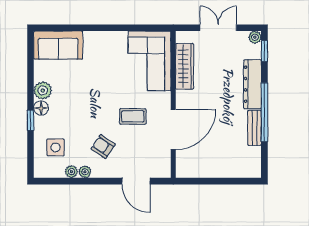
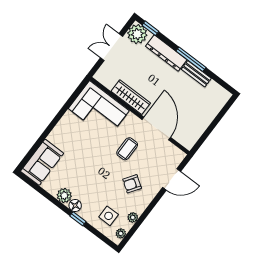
plant: (255, 37) -> (137, 34), width x1.87, depth x1.87
wardrobe: (185, 66) -> (131, 97), moved
window: (264, 112) -> (191, 59), width x0.68
plant: (85, 172) -> (121, 233), moved

